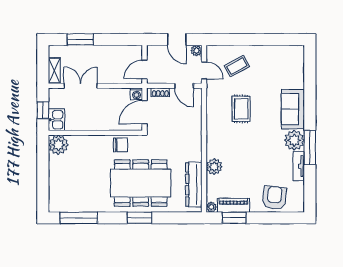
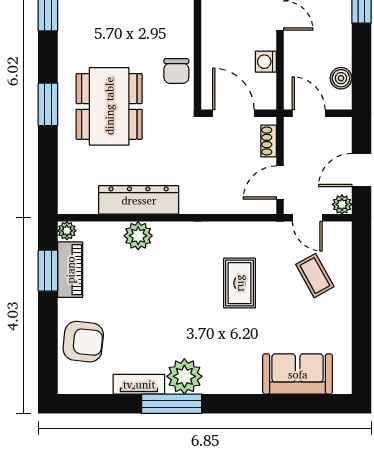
boiler: (125, 51) -> (341, 78), added
door: (204, 70) -> (307, 218), hinge flipped
washing machine: (137, 94) -> (266, 62), moved
rug: (241, 109) -> (239, 283), turned 90
sofa: (293, 109) -> (298, 374), moved
dining table: (141, 183) -> (109, 106), width x0.73, depth x0.80
dresser: (194, 185) -> (139, 200), moved

